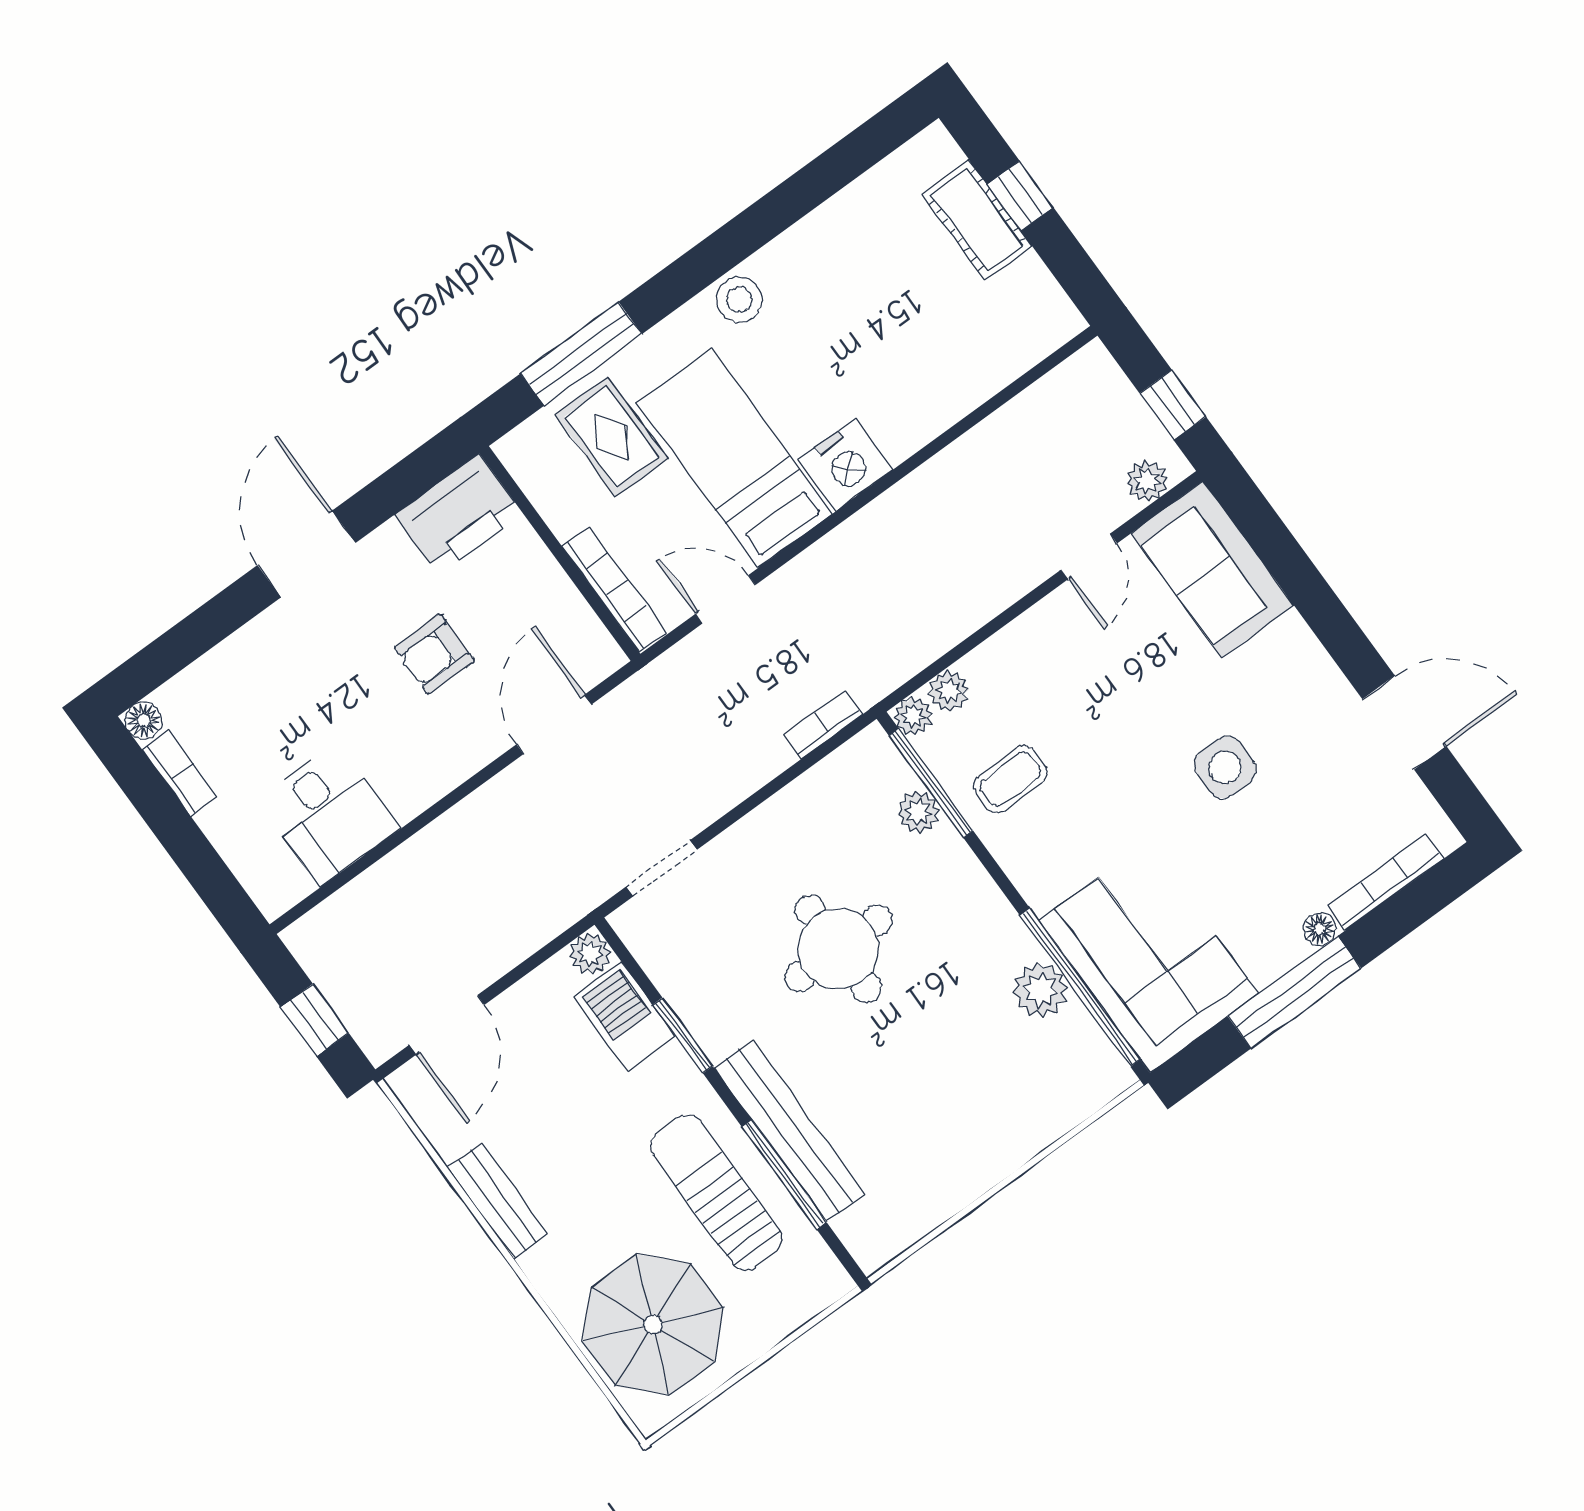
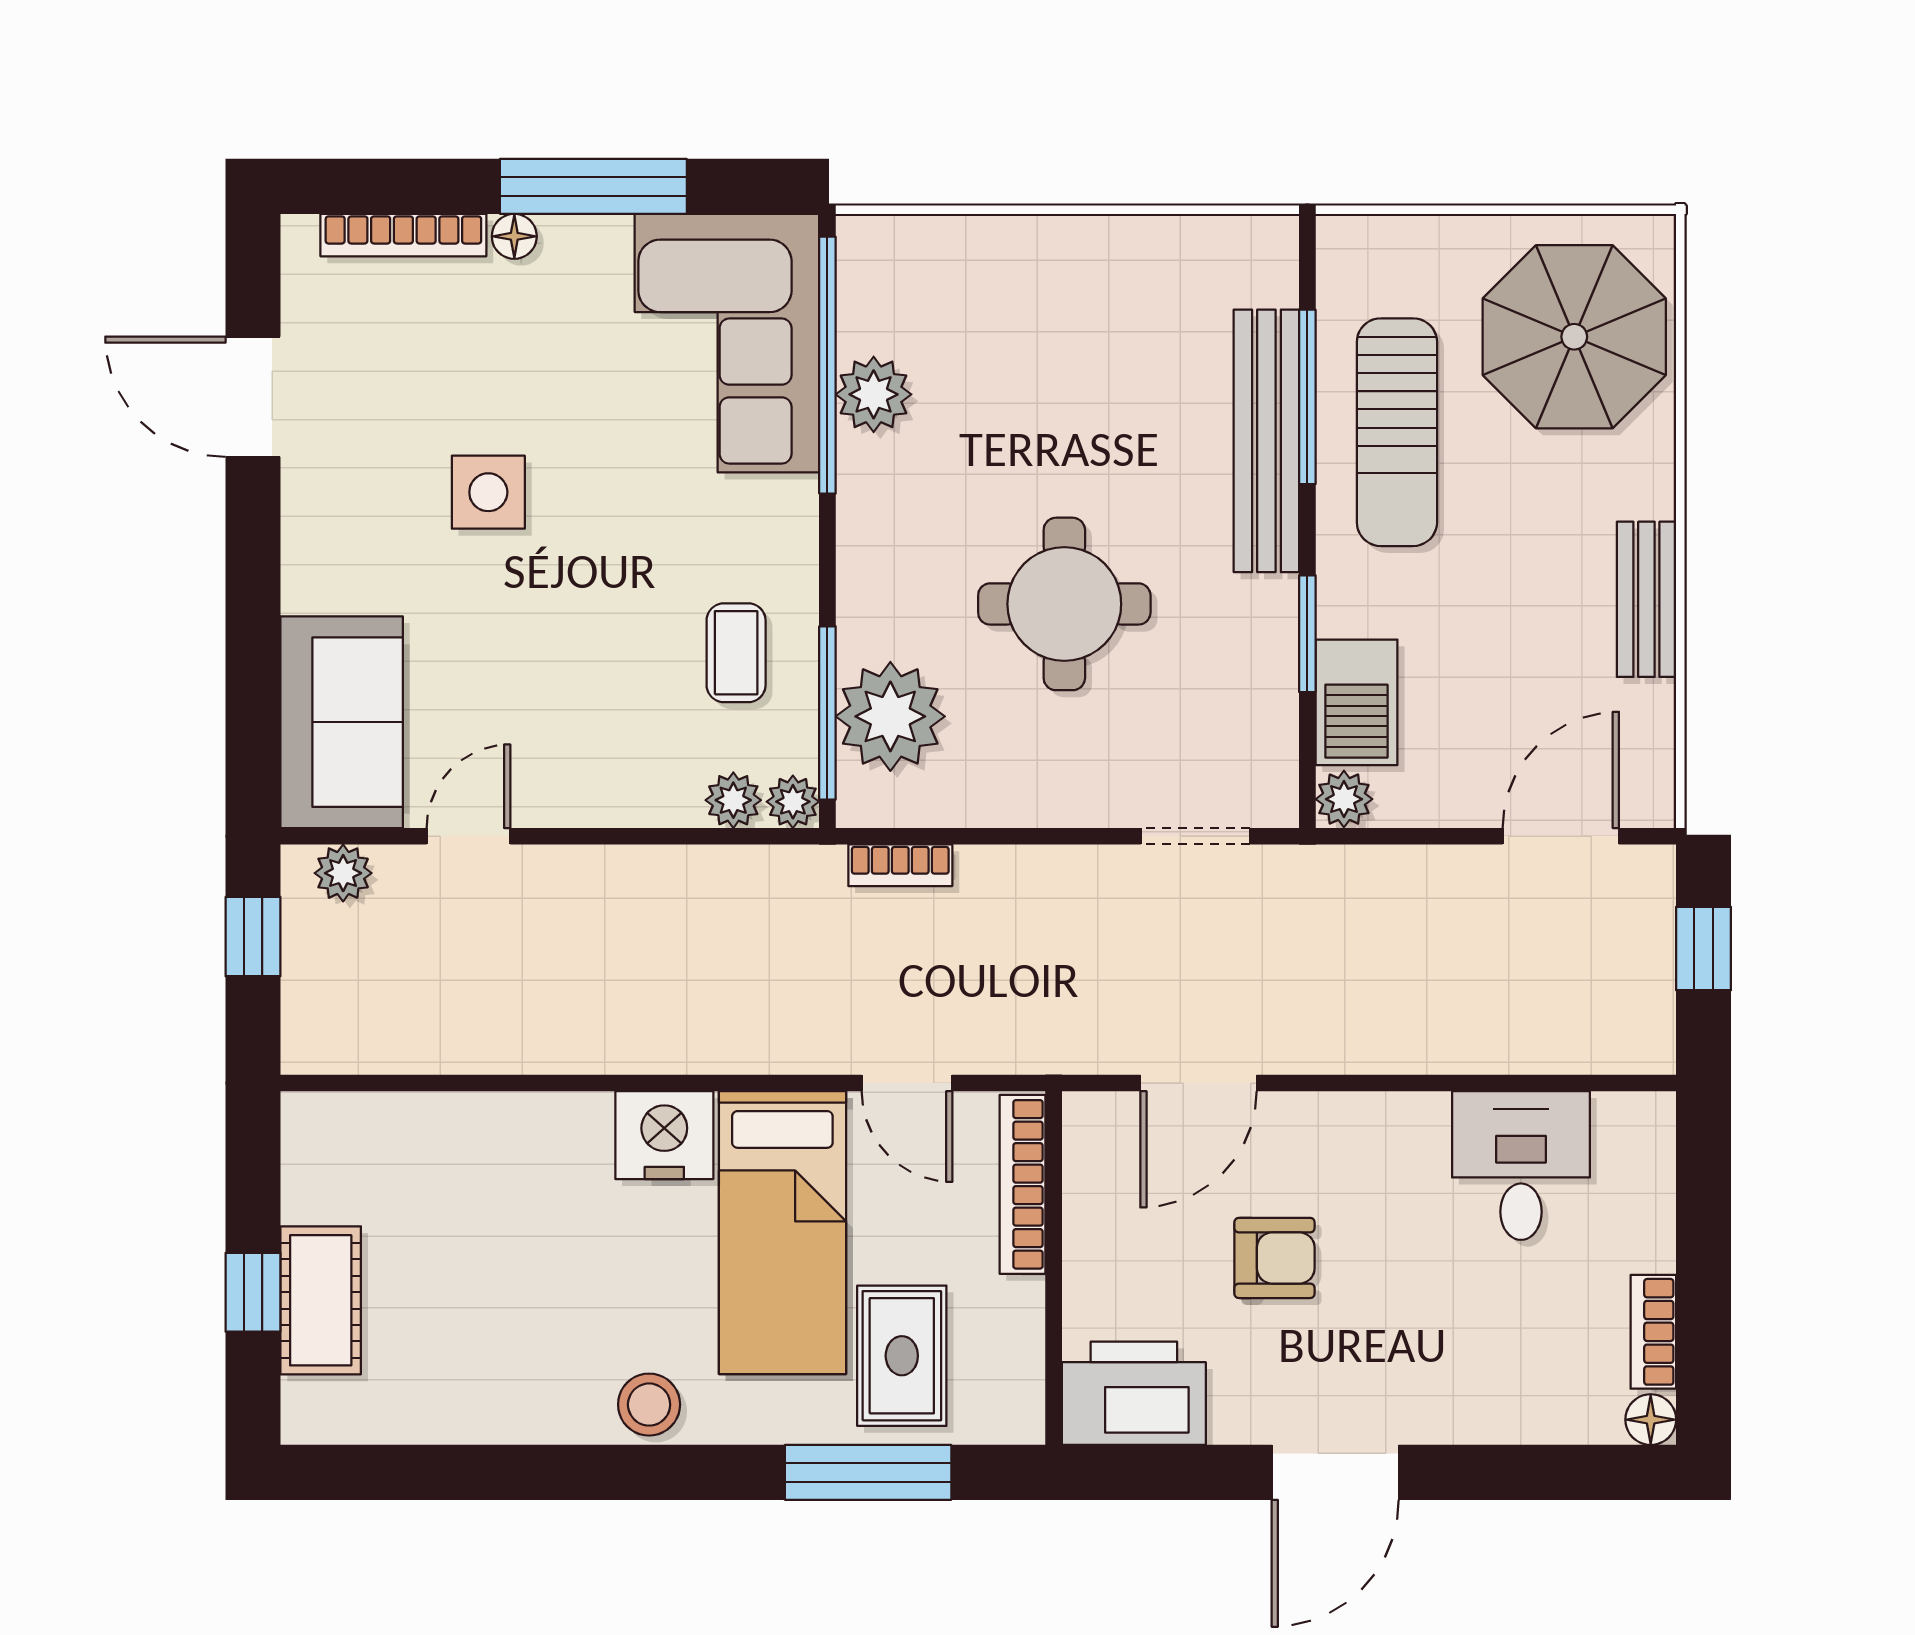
coffee table: (1010, 779) -> (736, 653), turned 90
plant: (918, 812) -> (890, 716), width x1.87, depth x1.87

